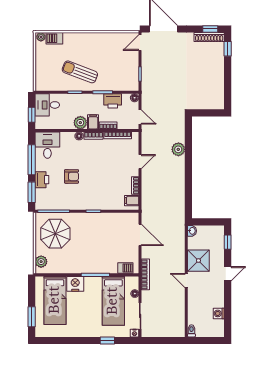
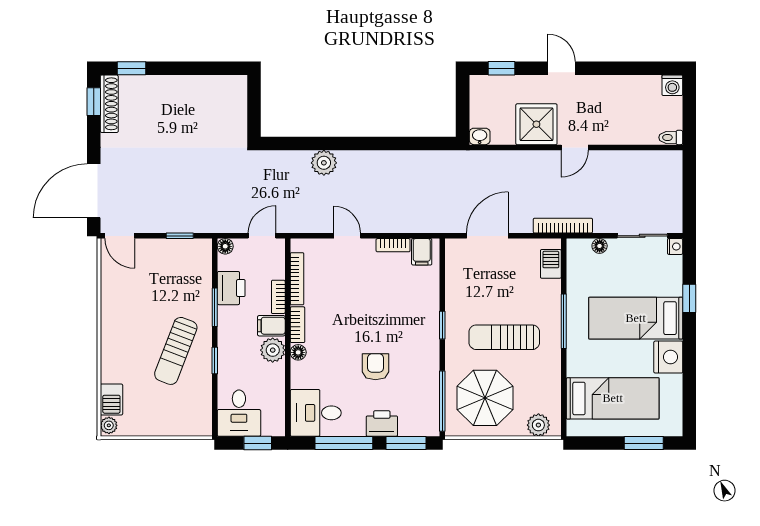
sun lounger: (87, 244) -> (504, 337), added
nightstand: (75, 284) -> (668, 357), moved, turned 180
bed: (113, 301) -> (636, 318), moved, turned 180
washing machine: (219, 313) -> (672, 85), moved

